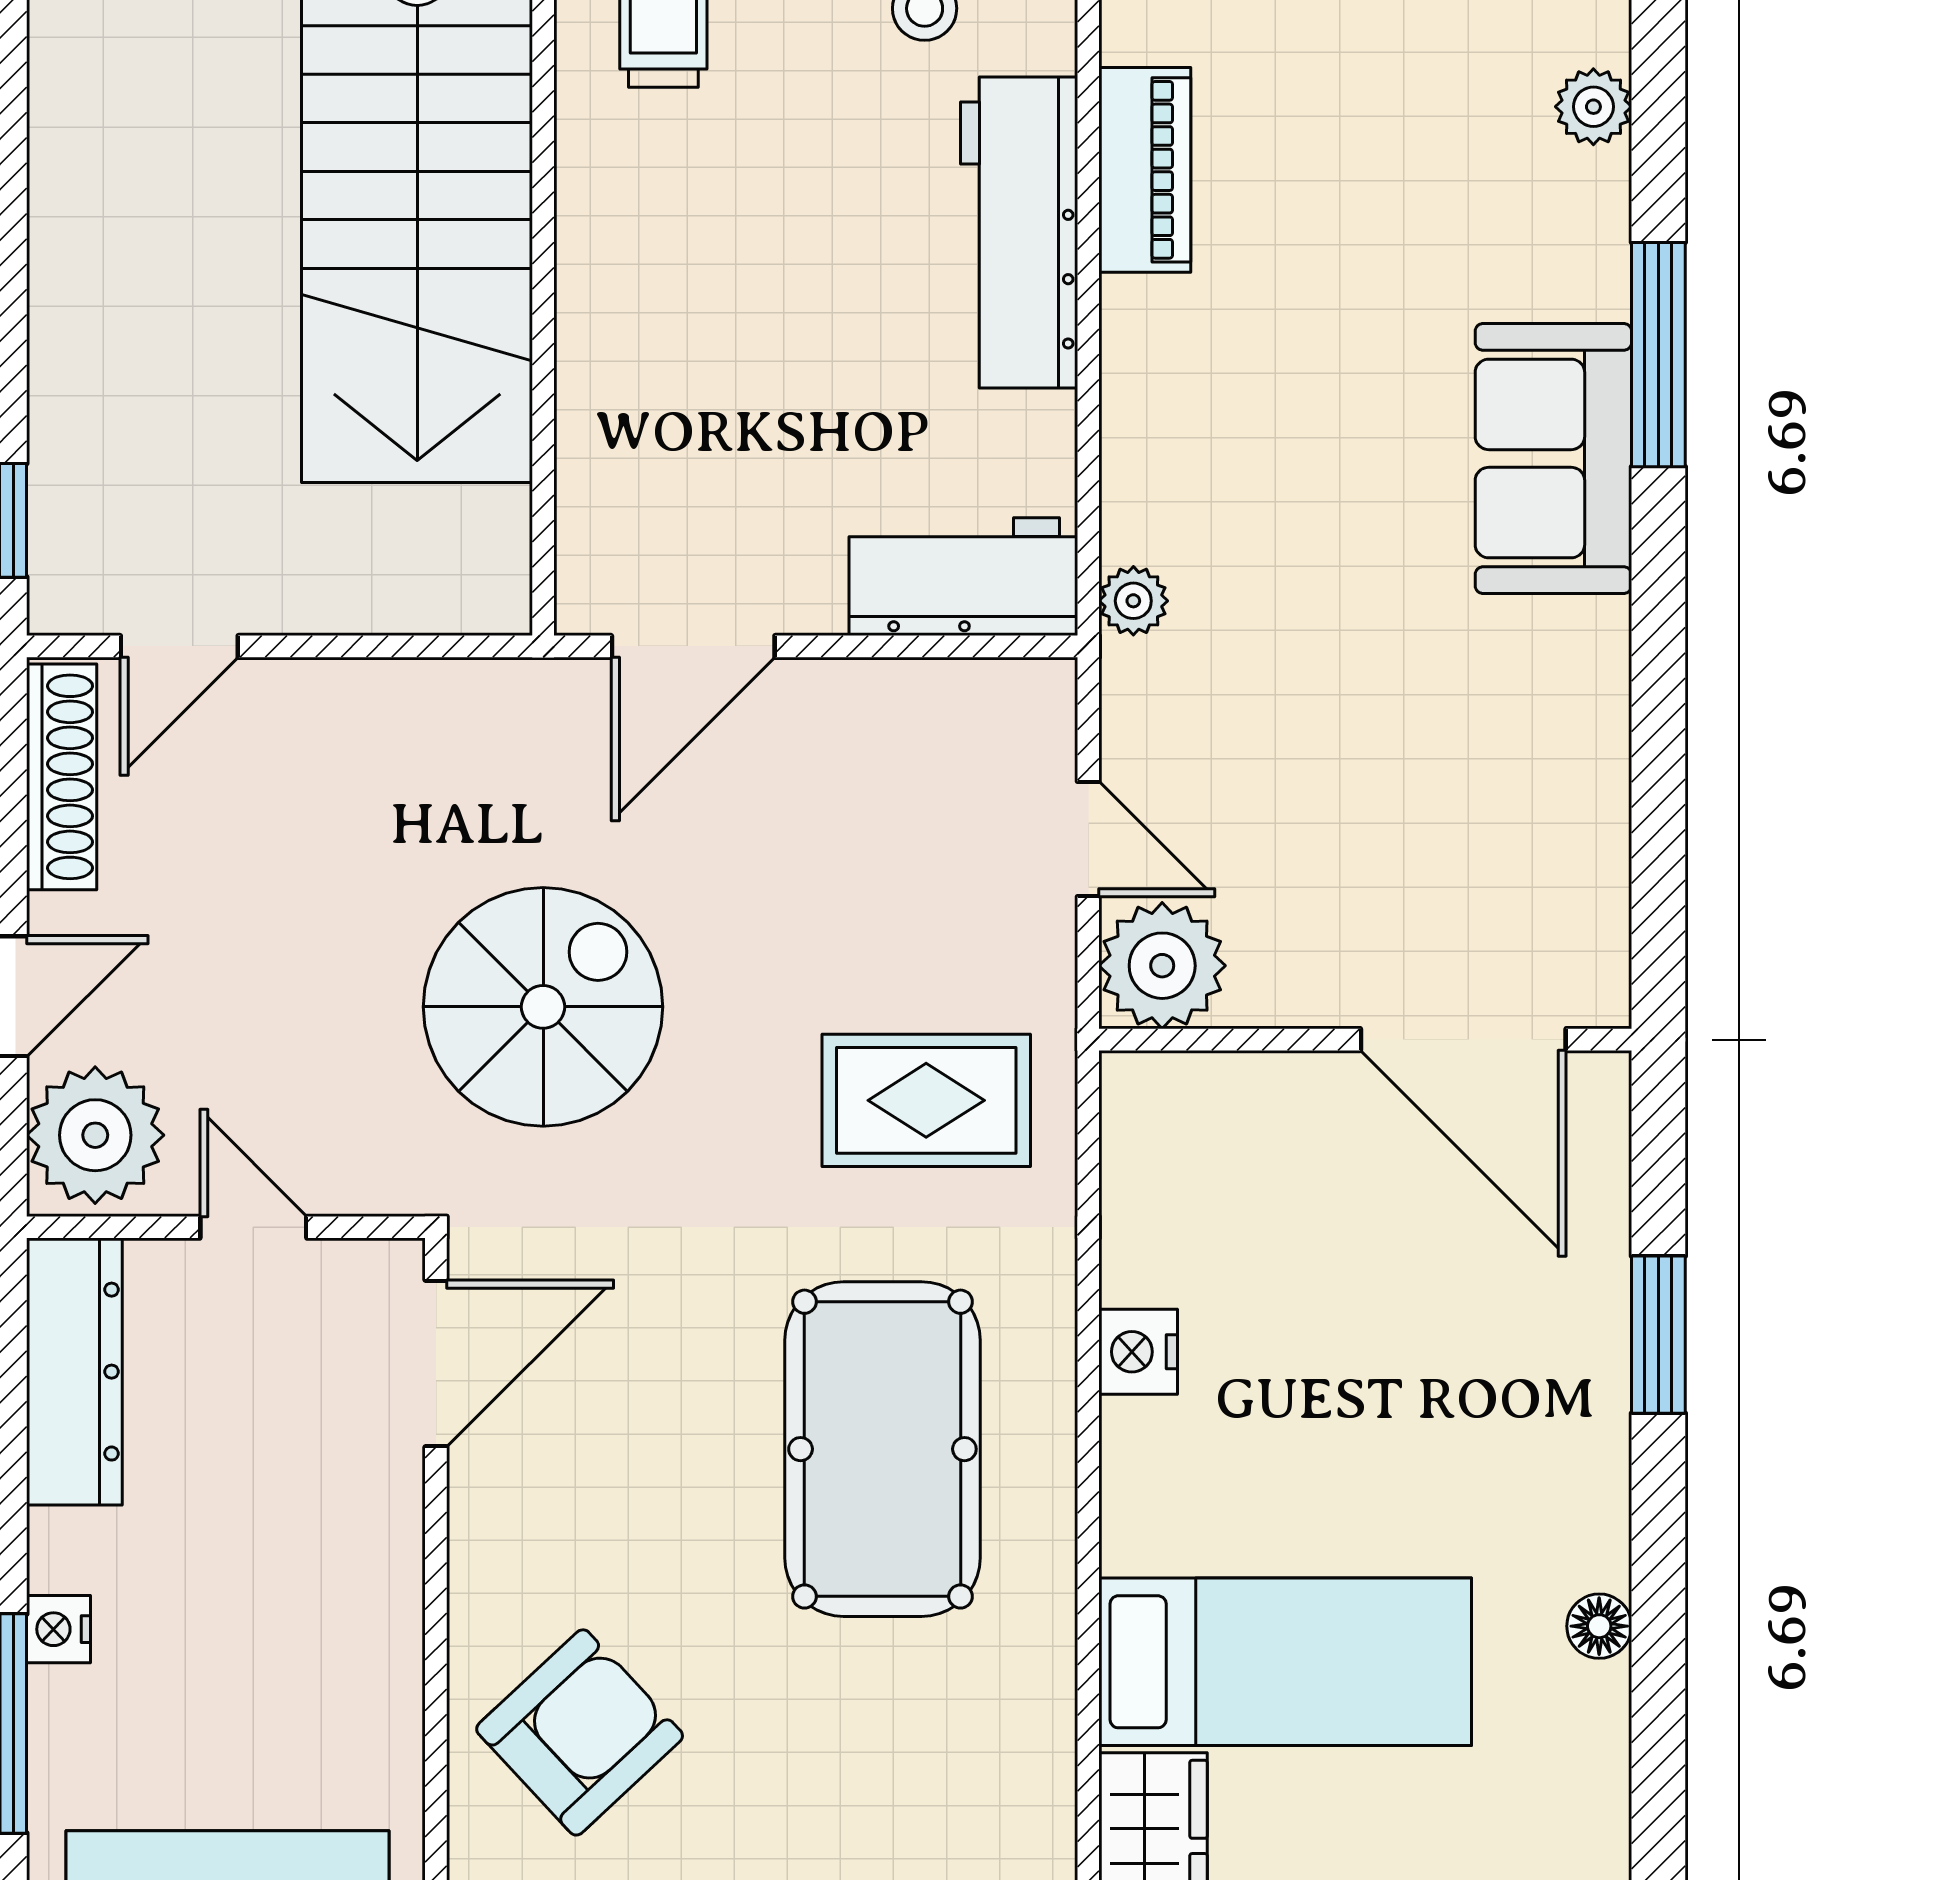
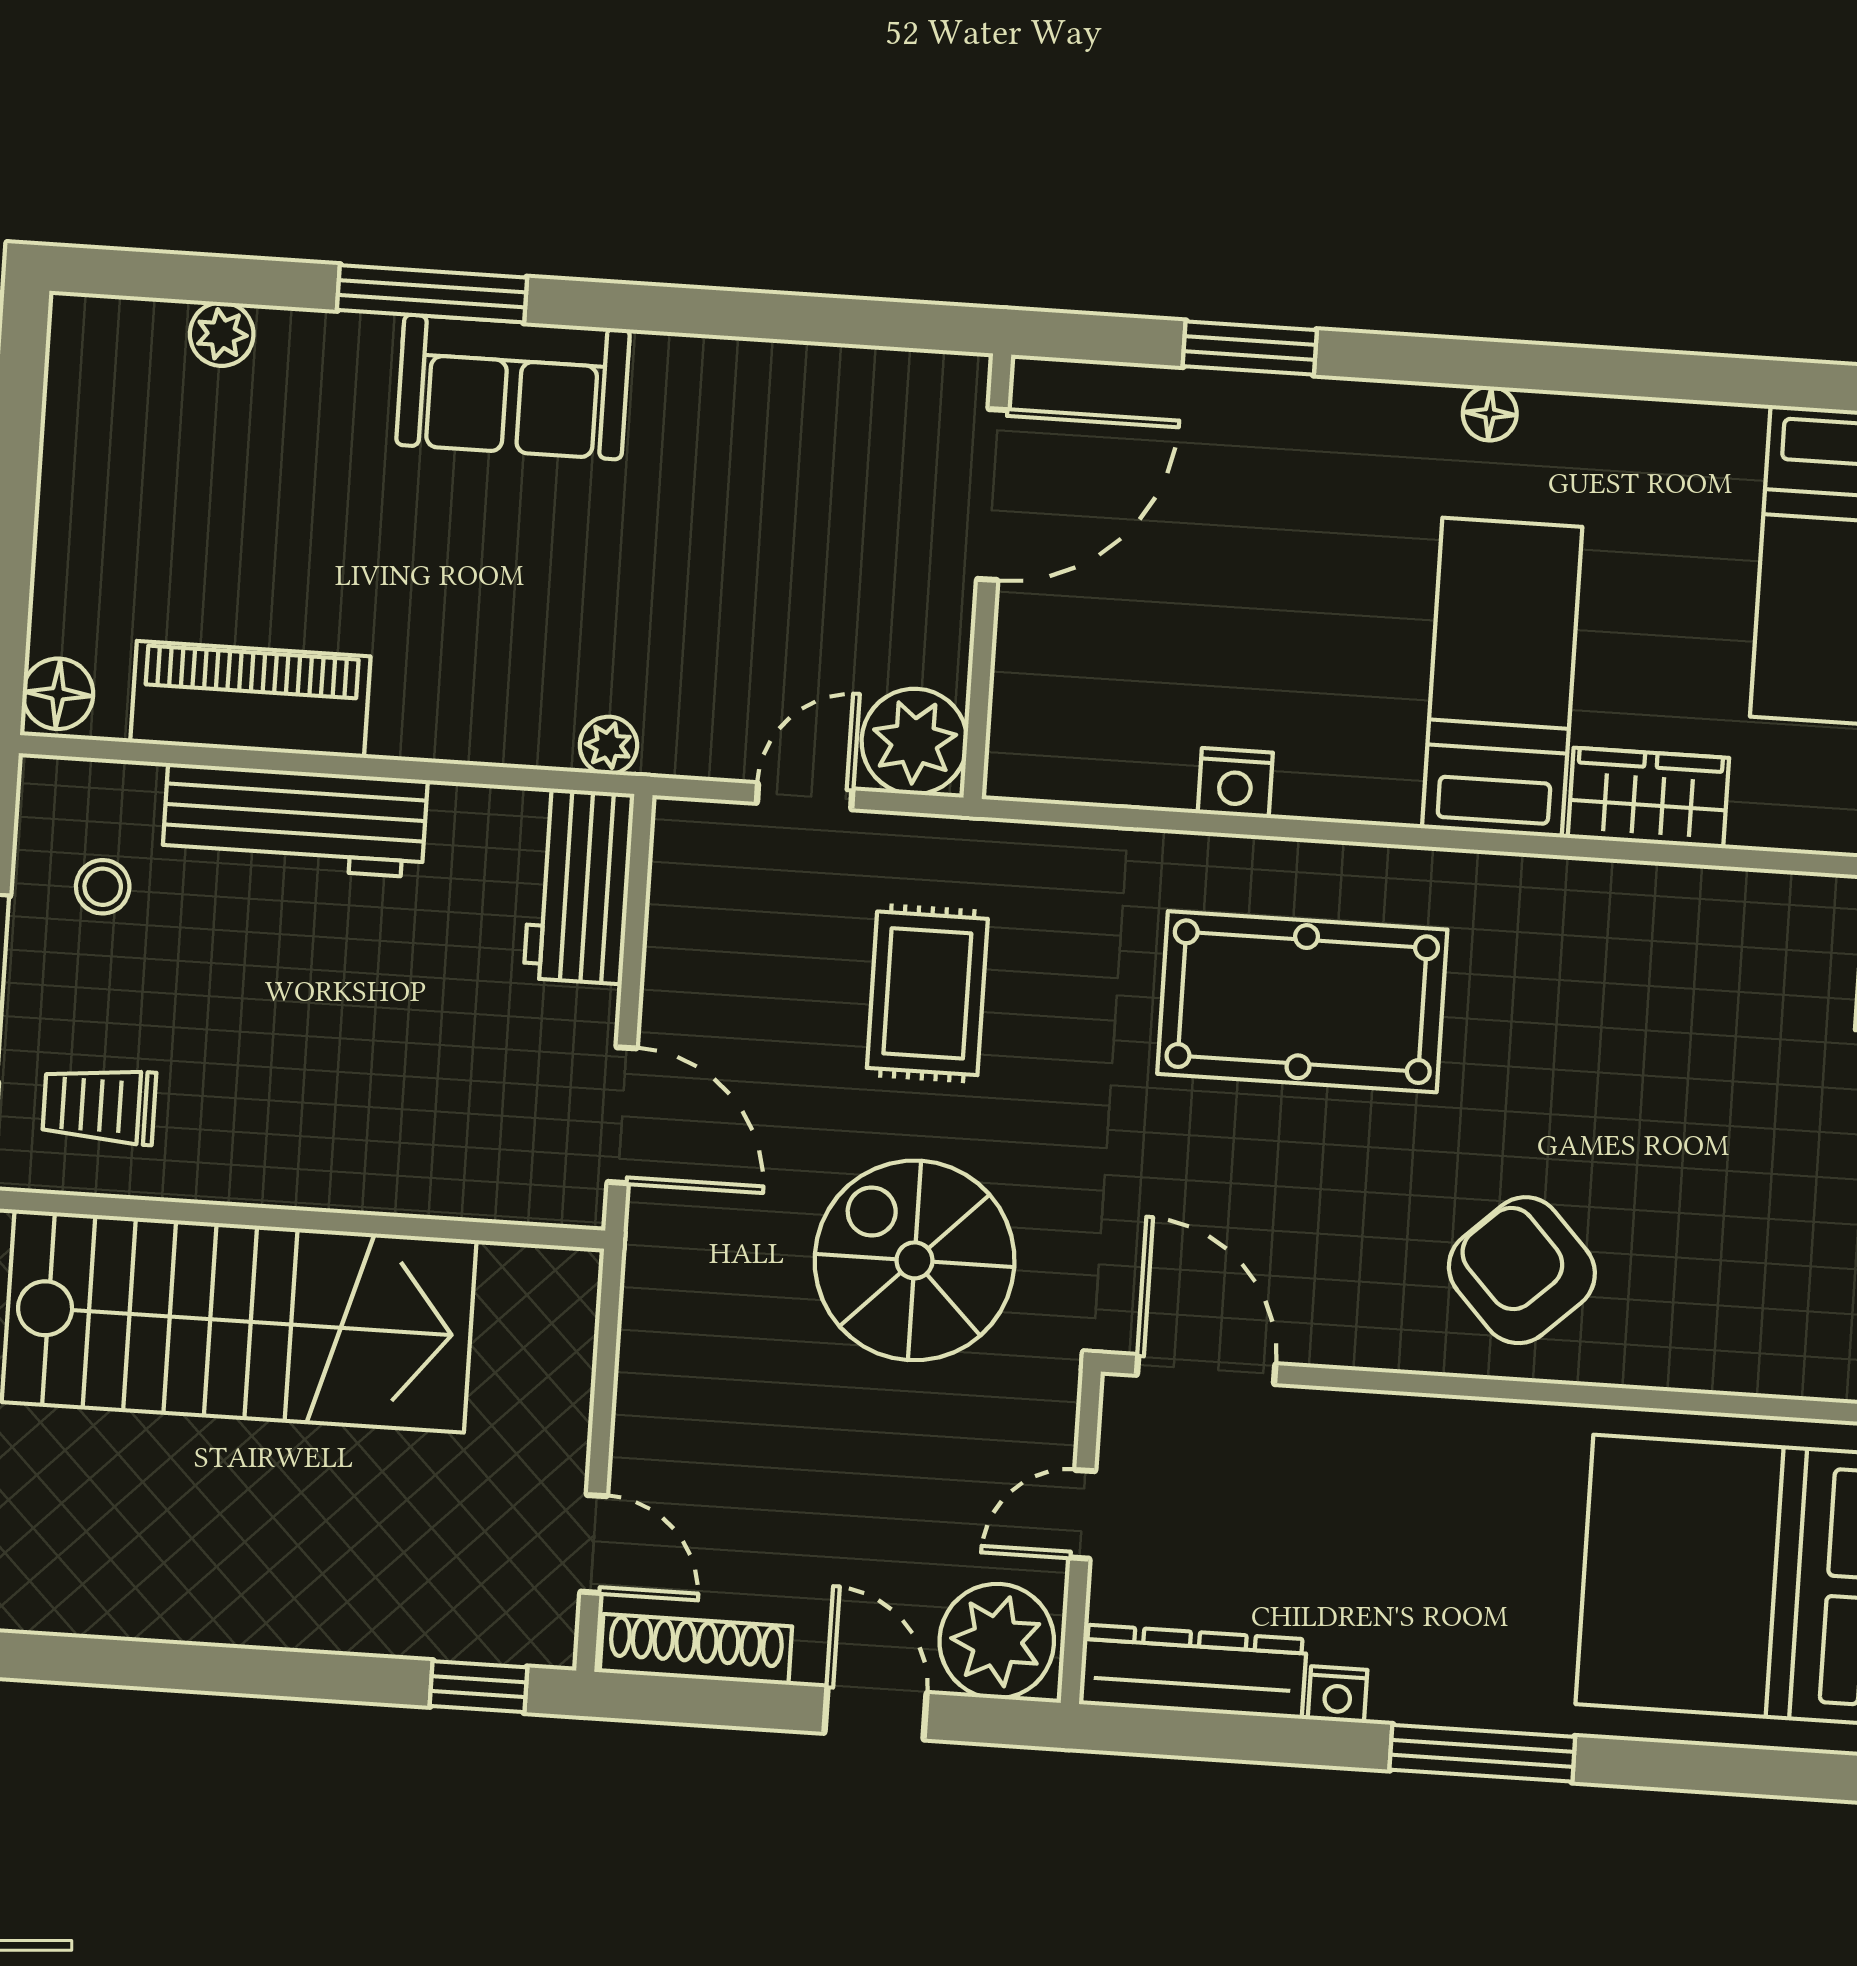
piano: (1145, 170) -> (250, 699), width x1.37, depth x1.33
rug: (926, 1100) -> (927, 993), moved
nightstand: (59, 1629) -> (1338, 1695), moved

